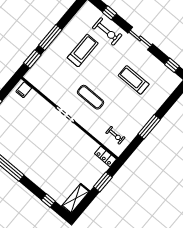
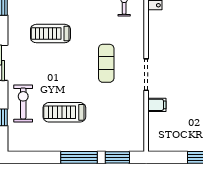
treadmill: (134, 80) -> (50, 34), turned 90
filing cabinet: (24, 90) -> (157, 105), moved

